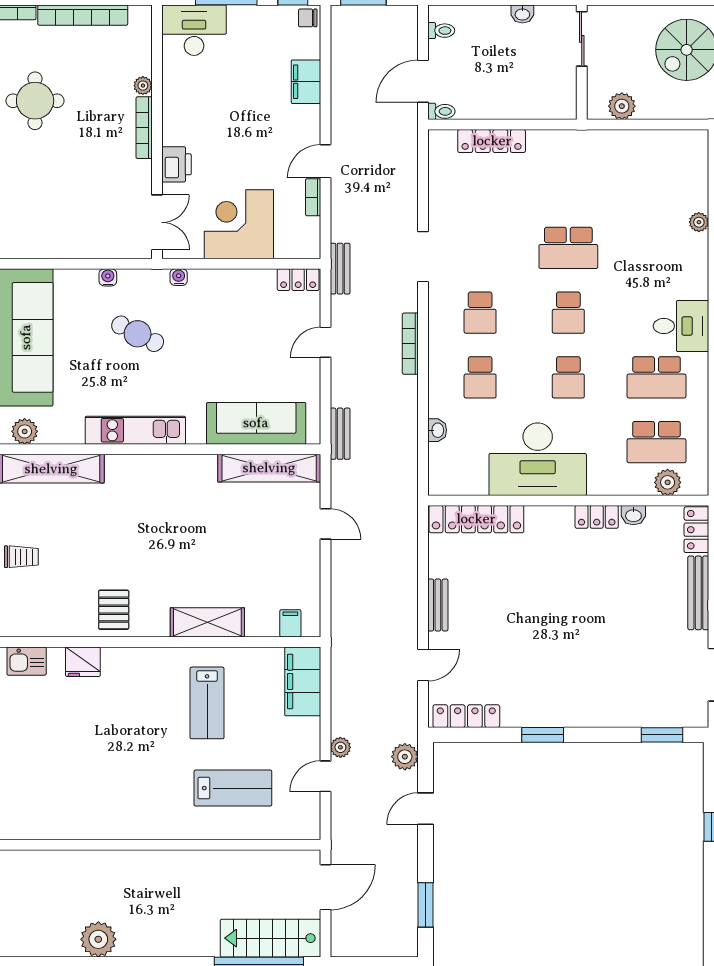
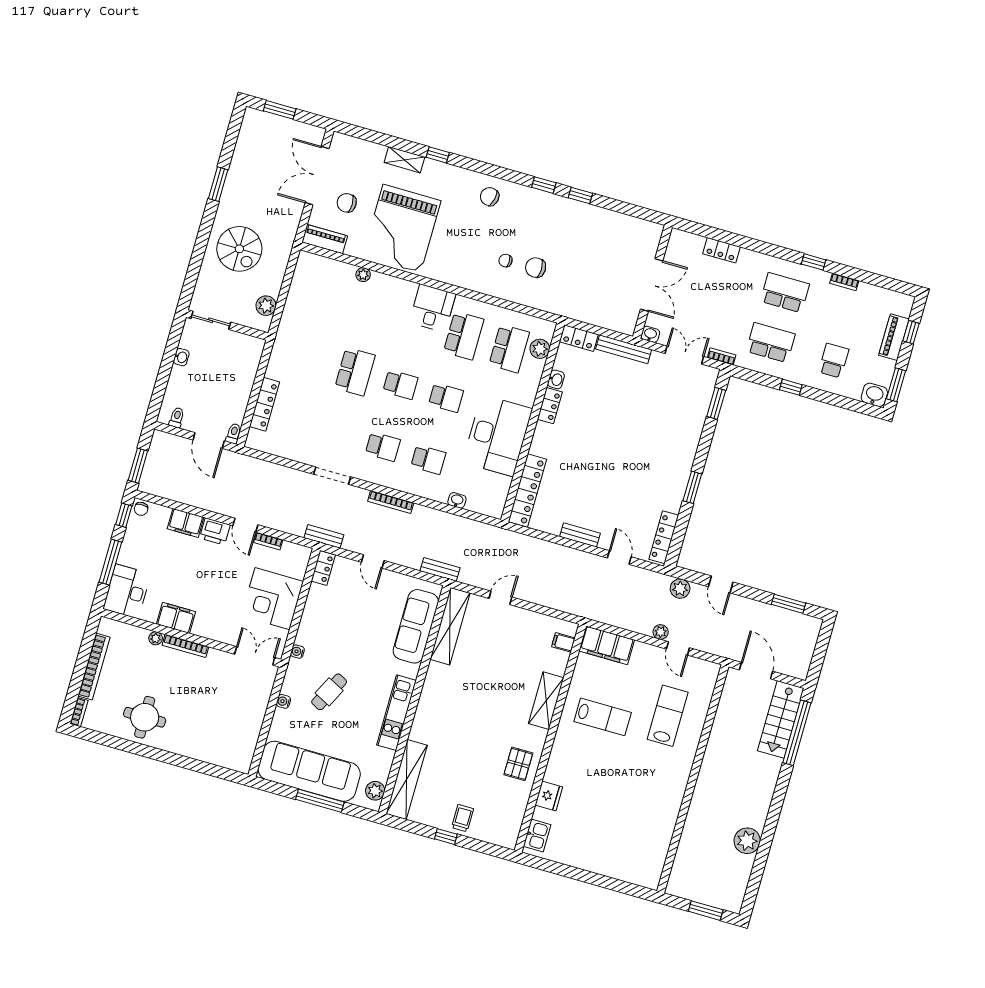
filing cabinet: (177, 105) -> (176, 618), added
printer: (177, 164) -> (215, 531), moved, turned 180
pallet: (114, 610) -> (518, 764), turned 90

